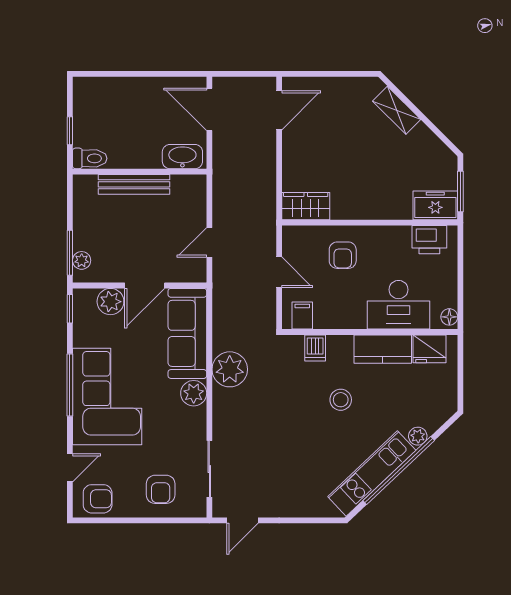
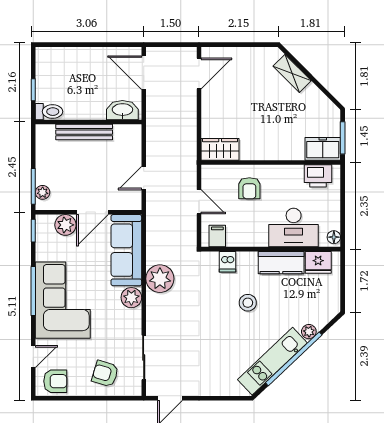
armchair: (161, 489) -> (105, 374), turned 107

